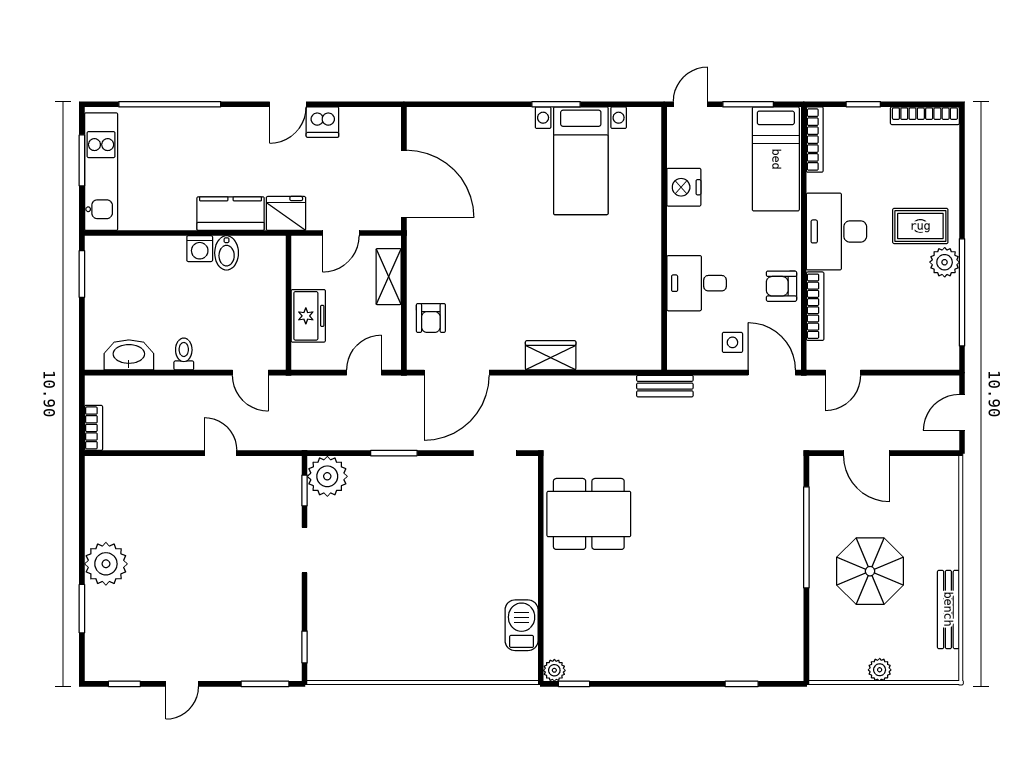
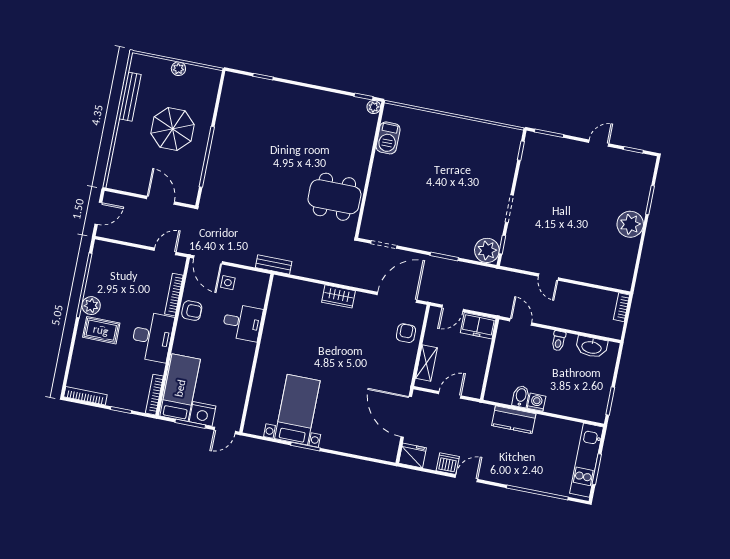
nightstand: (684, 187) -> (203, 414), moved, turned 90
fridge: (286, 213) -> (413, 455), moved, turned 180
freezer: (308, 316) -> (478, 326), moved, turned -90

